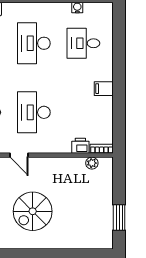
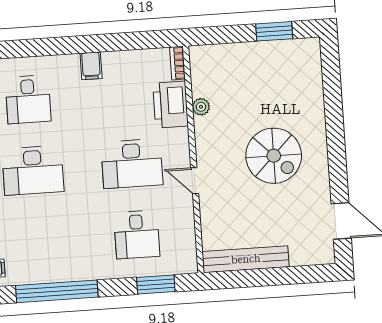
printer: (80, 146) -> (171, 105), width x1.87, depth x1.48
door: (19, 155) -> (195, 181), swing flipped
plant: (92, 163) -> (201, 107), moved

